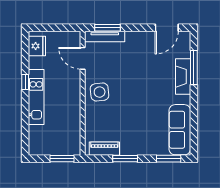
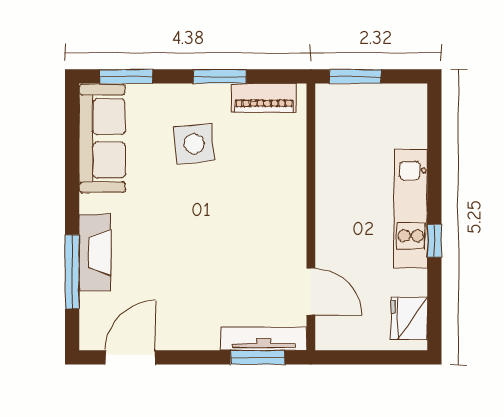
side table: (100, 92) -> (194, 144), moved

